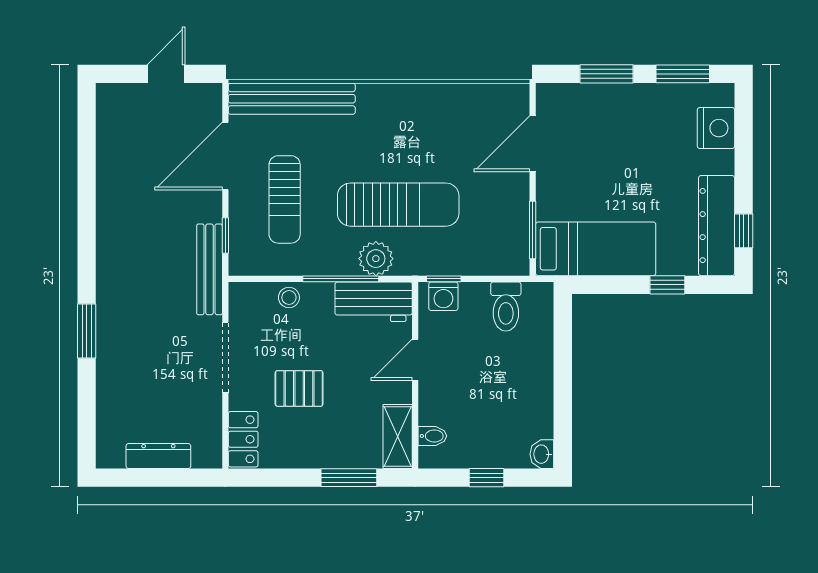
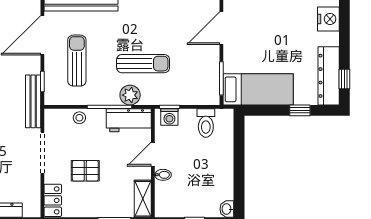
sun lounger: (285, 199) -> (77, 61), turned 180
sun lounger: (398, 205) -> (143, 64), width x0.73, depth x0.75
bidet: (432, 436) -> (163, 175), moved

